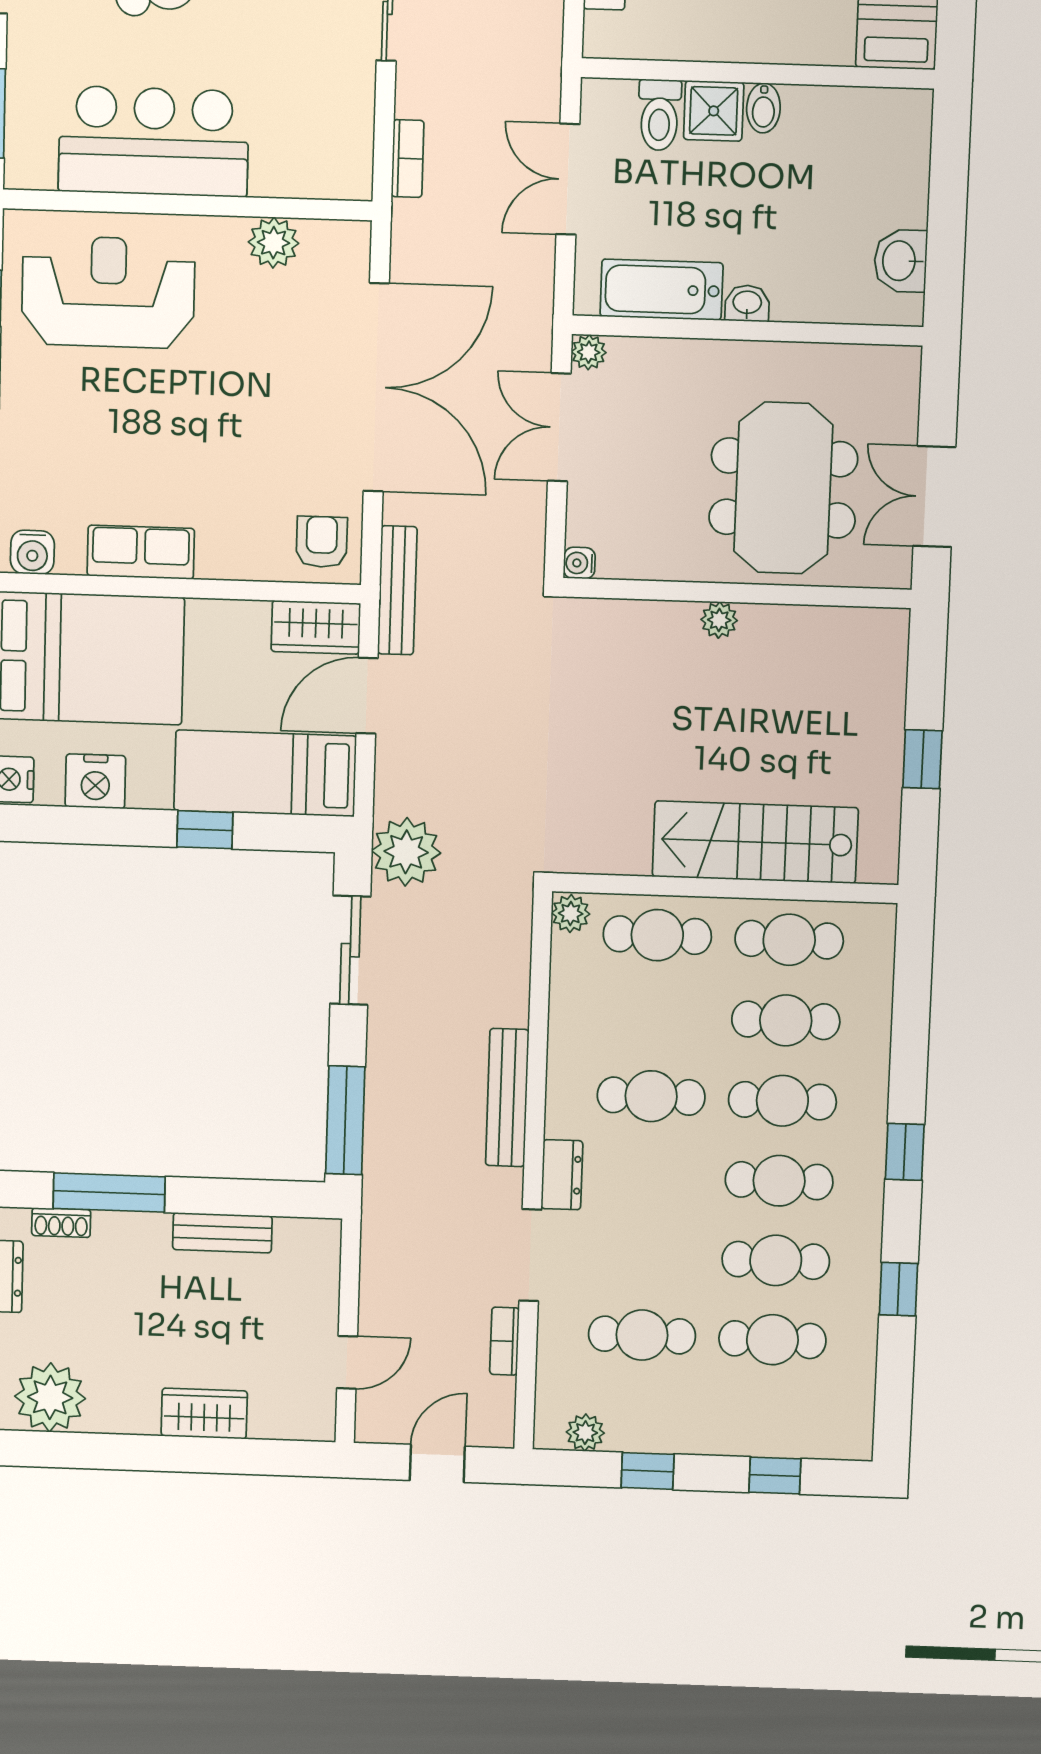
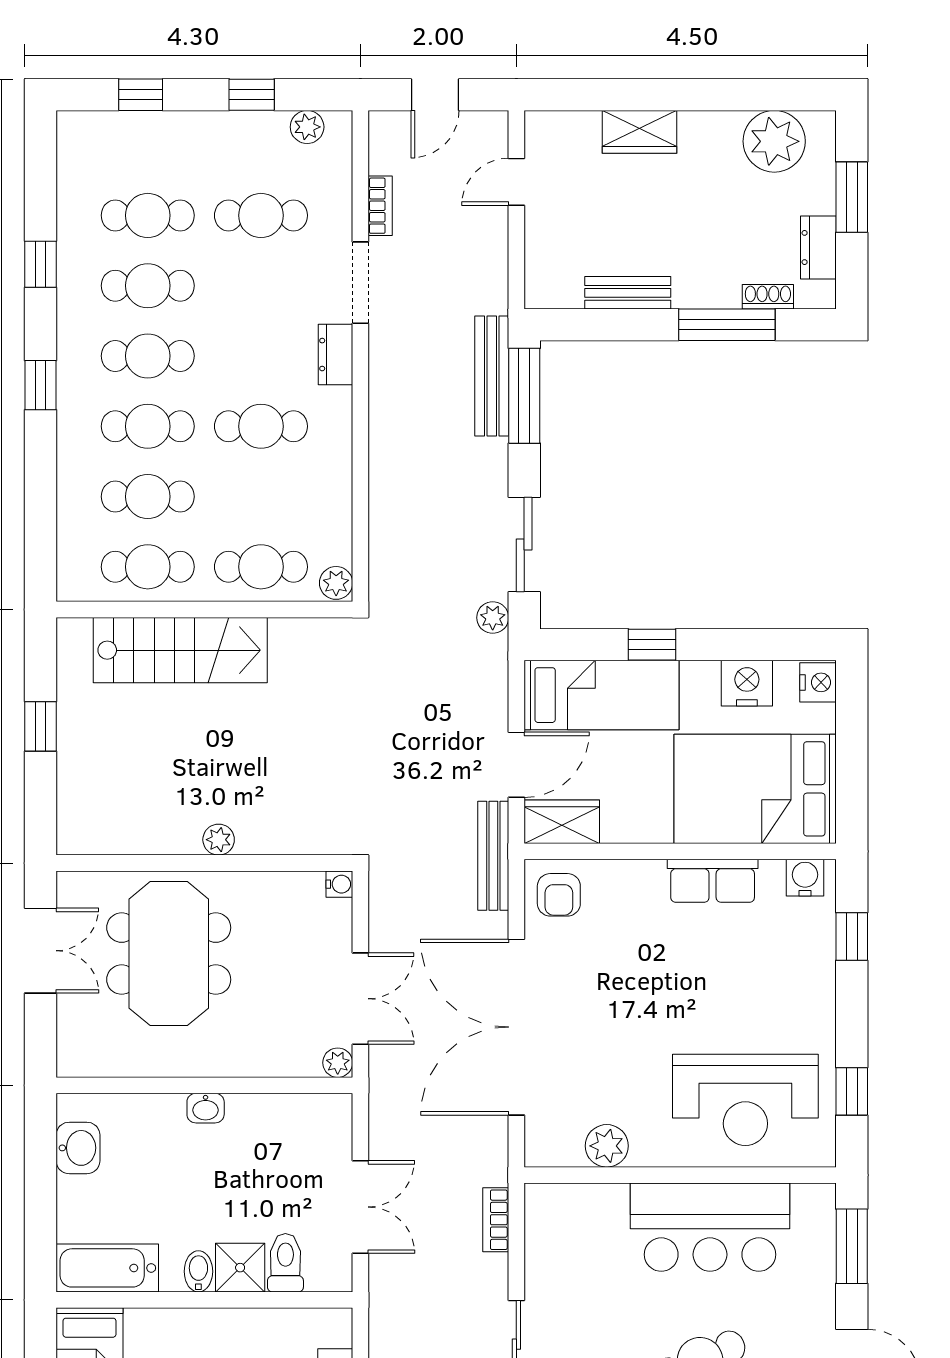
bathtub: (661, 290) -> (107, 1268), moved, turned 180
plant: (406, 852) -> (493, 618), width x0.53, depth x0.53
bench: (507, 1098) -> (492, 376), moved

